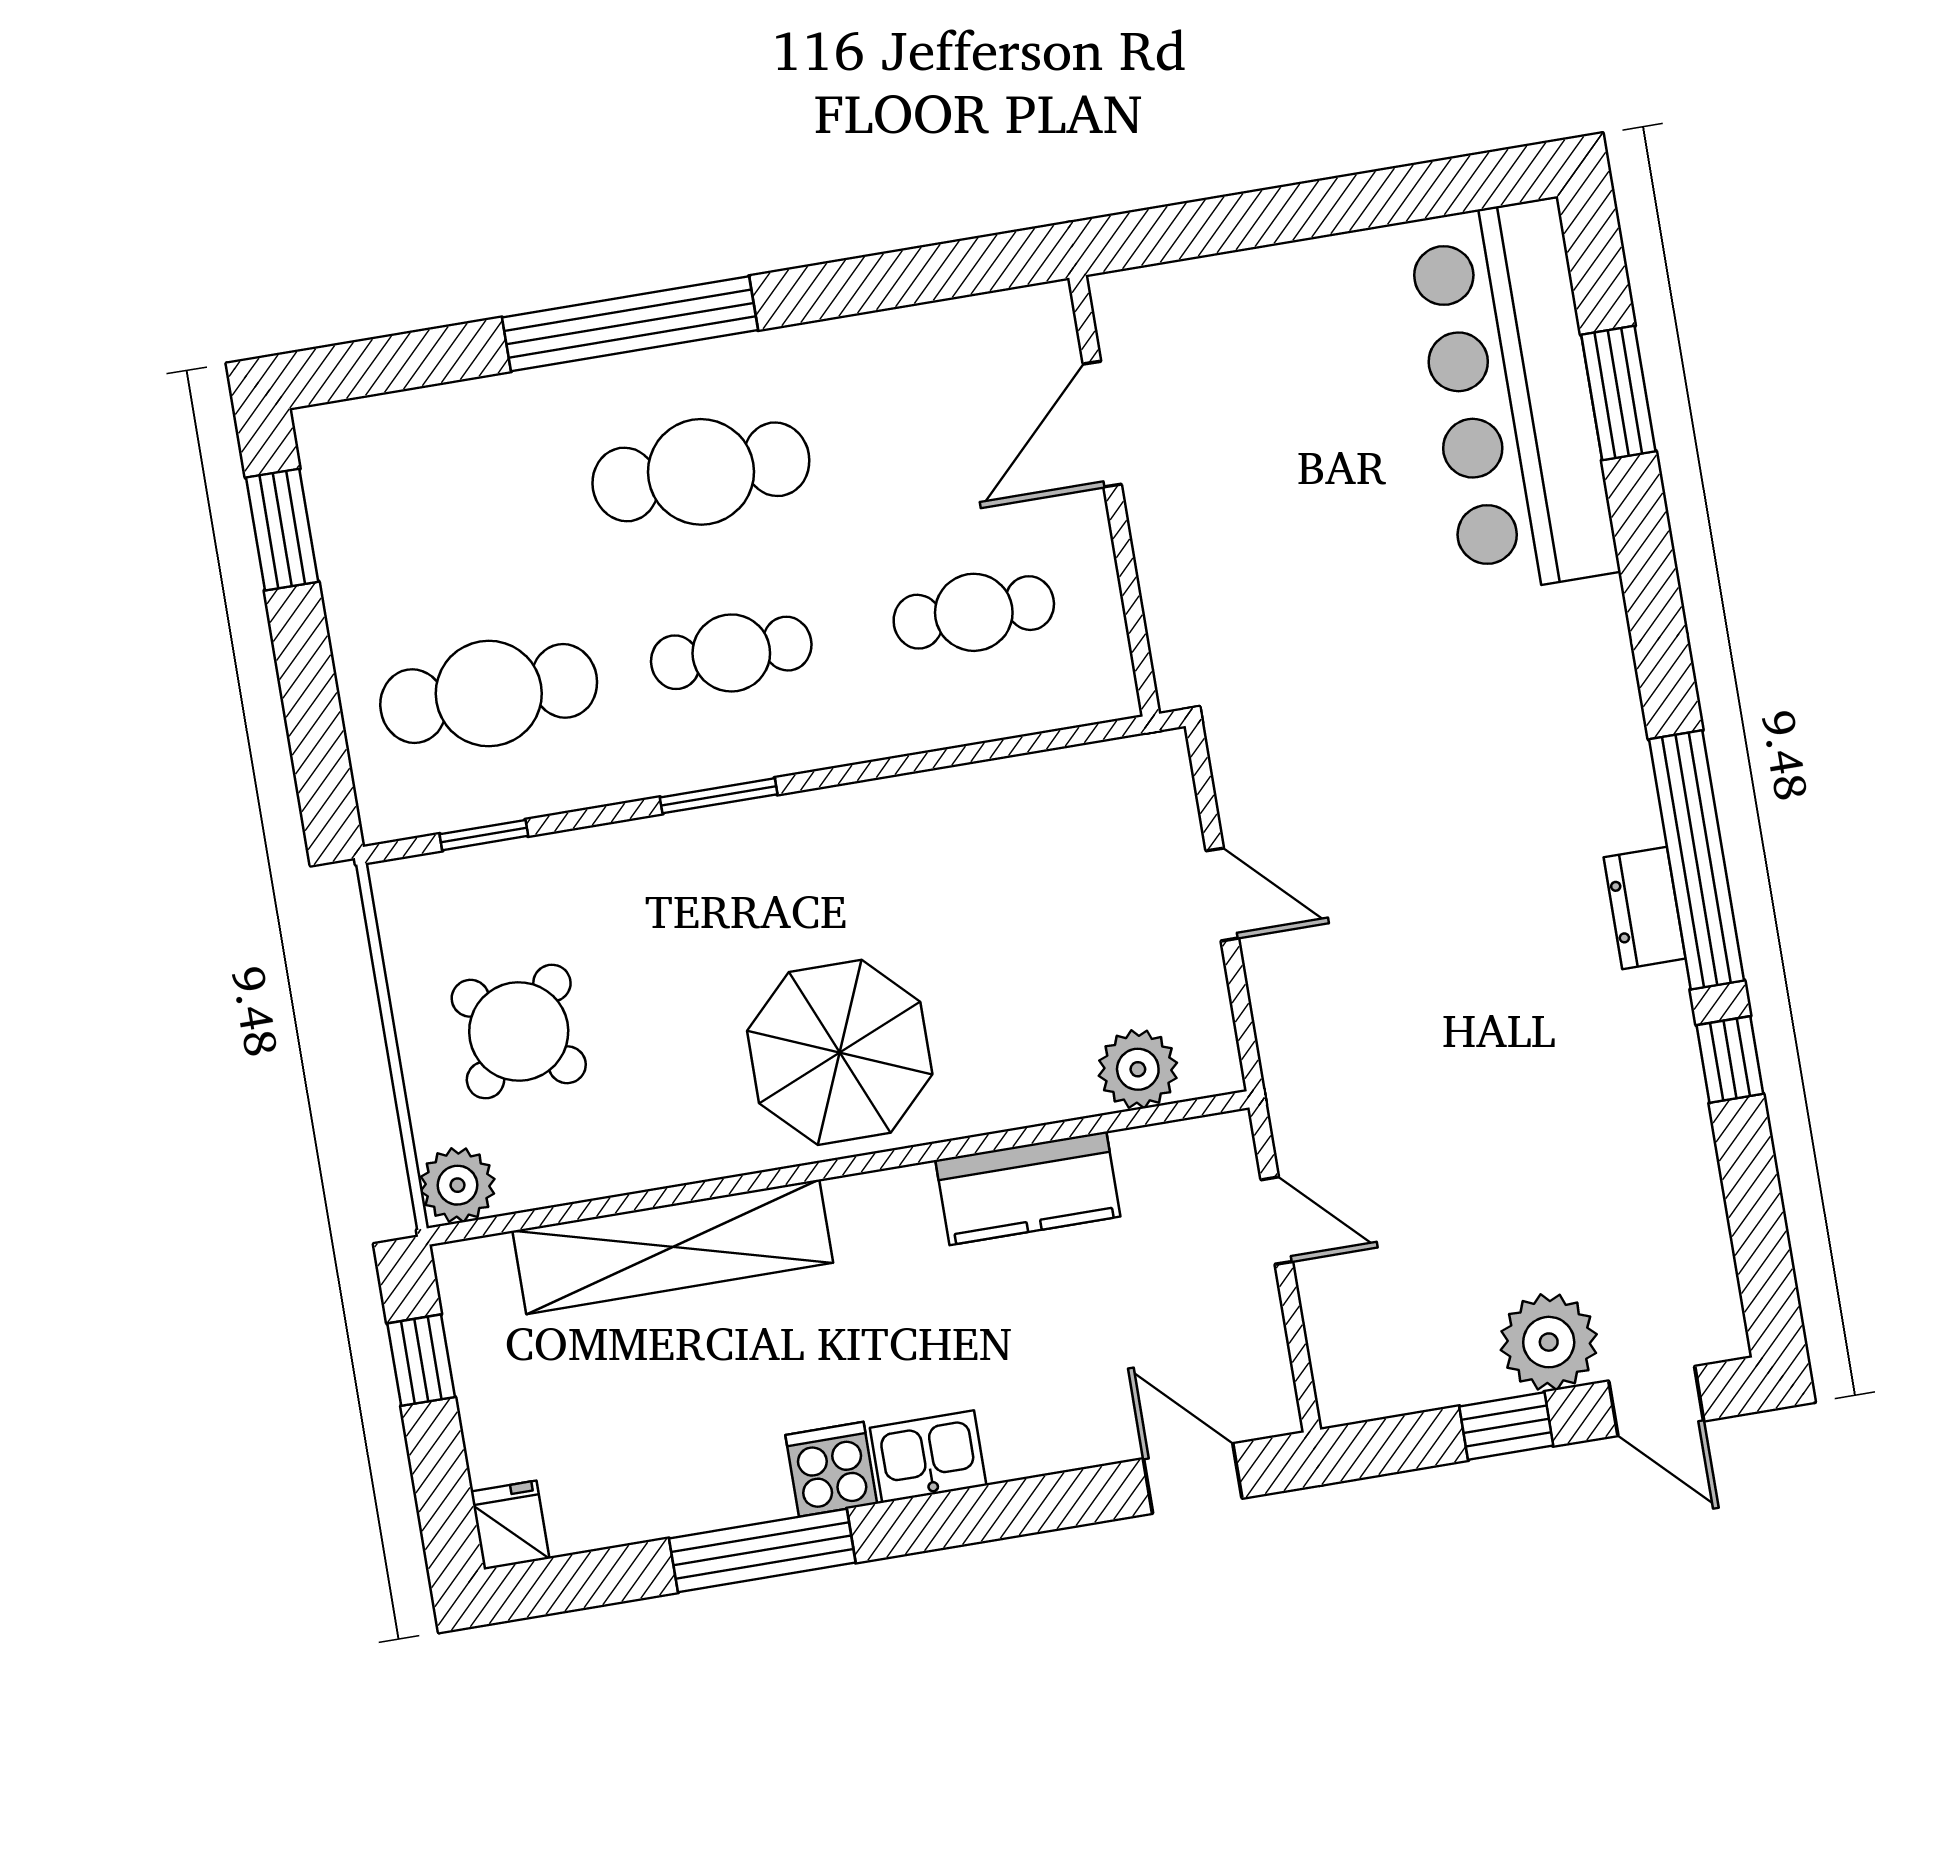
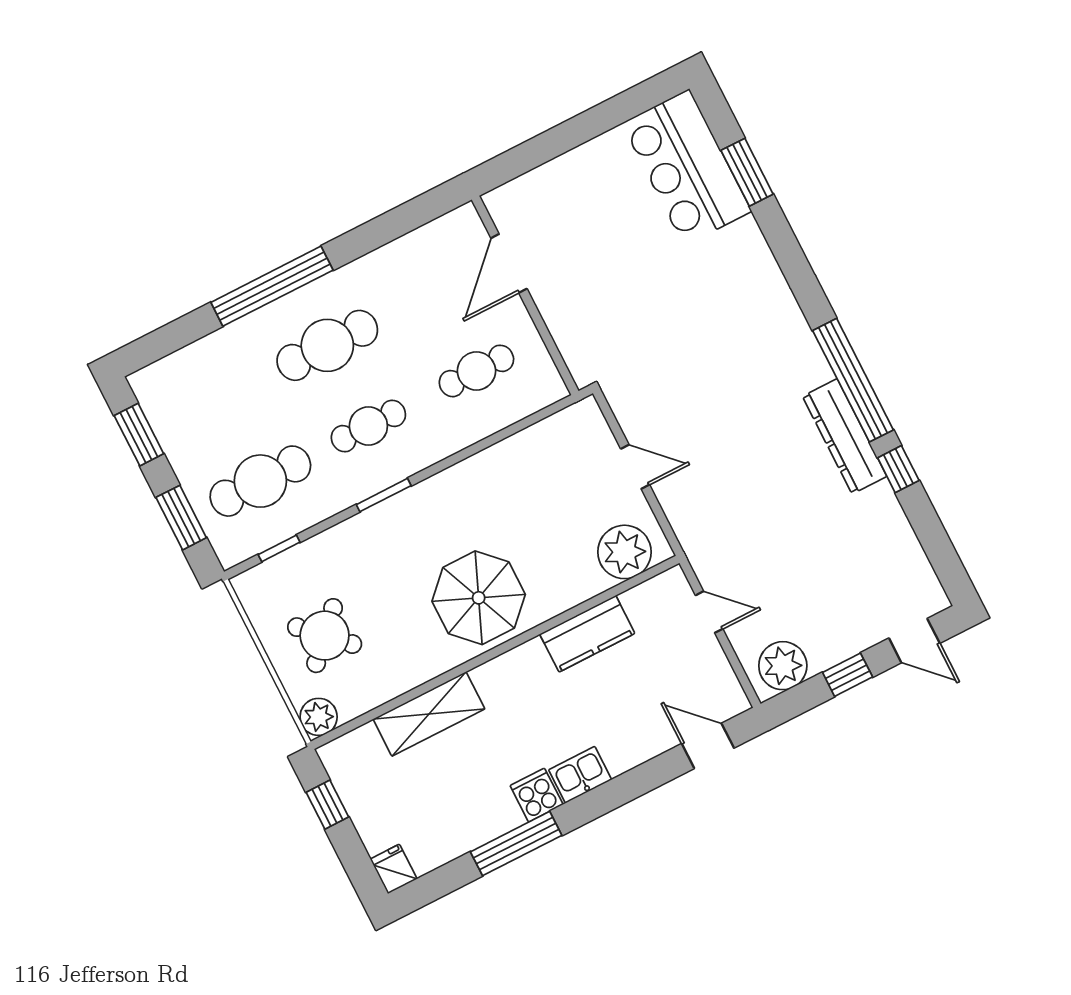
bar counter: (1513, 397) -> (687, 167), width x0.73
window: (313, 716) -> (181, 518), added
dresser: (1645, 908) -> (845, 436), width x1.96, depth x1.24
plant: (1138, 1069) -> (624, 552), width x1.36, depth x1.36
shelving: (673, 1247) -> (429, 714), width x0.68
plant: (1549, 1342) -> (783, 666), moved

